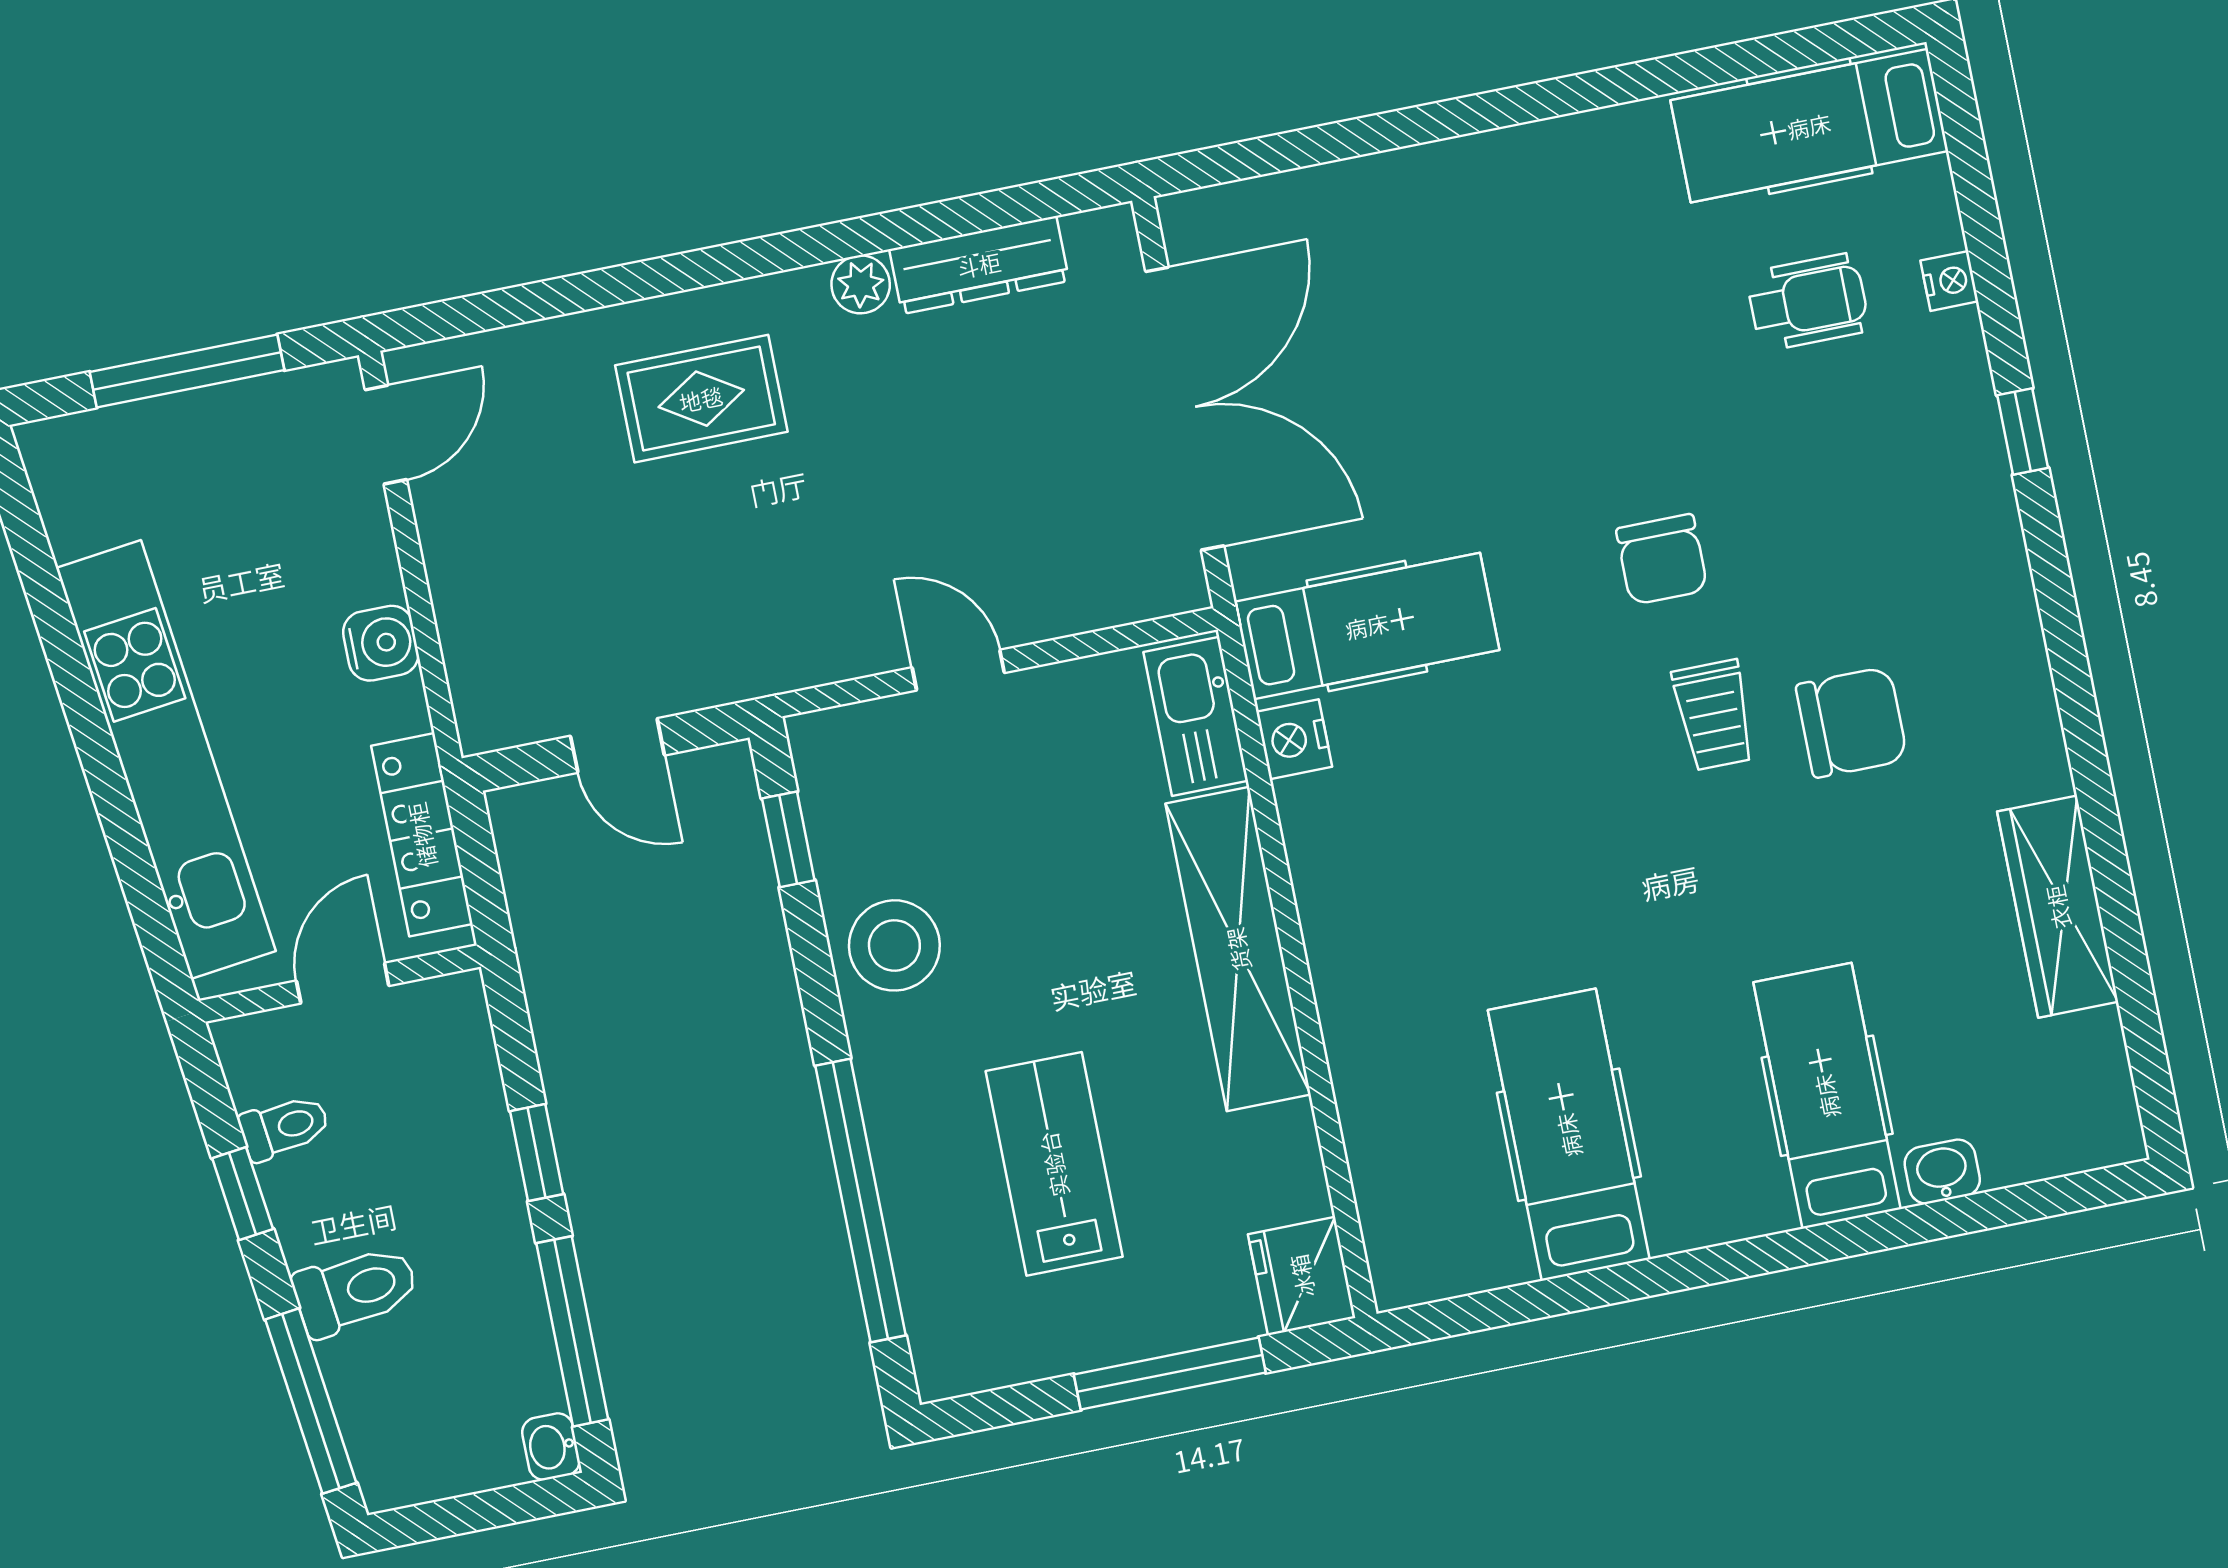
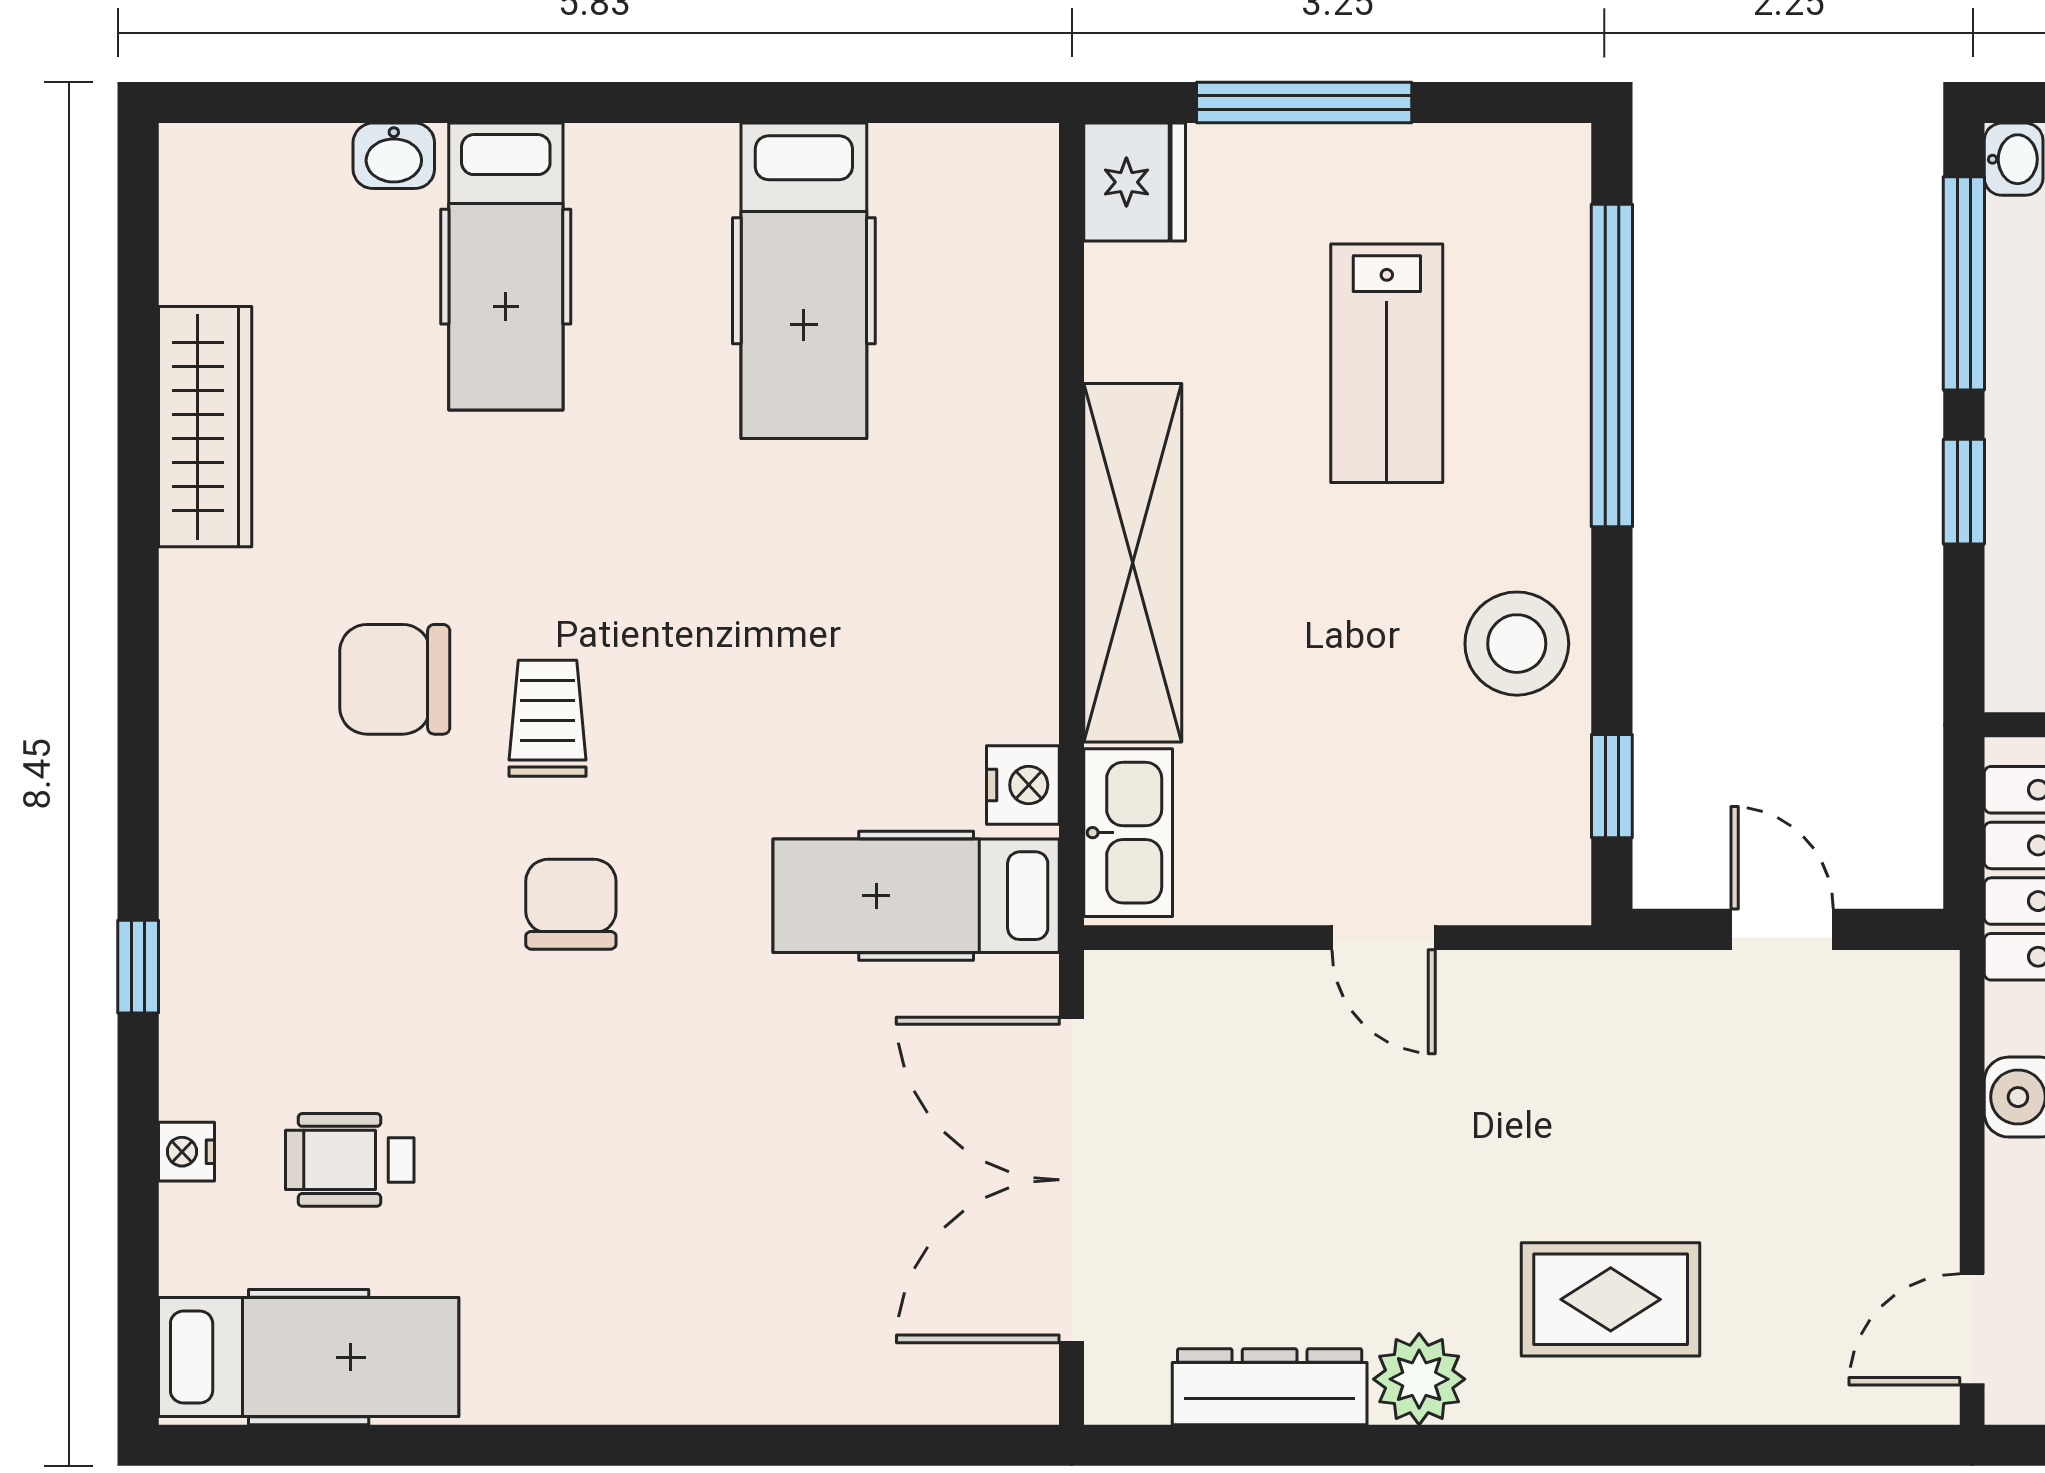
plant: (861, 284) -> (1419, 1379), width x1.38, depth x1.38

